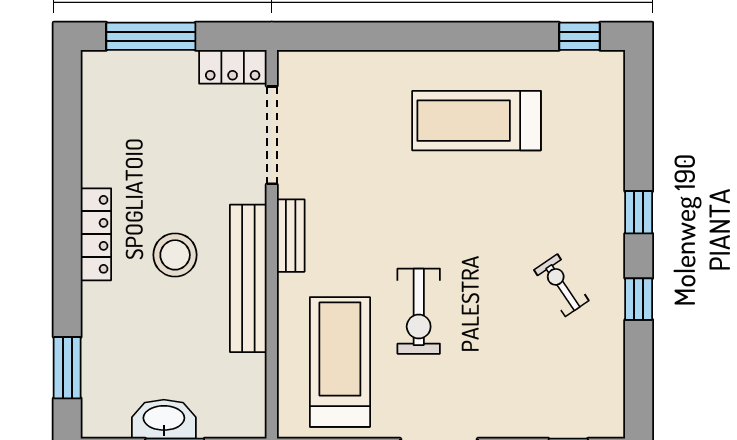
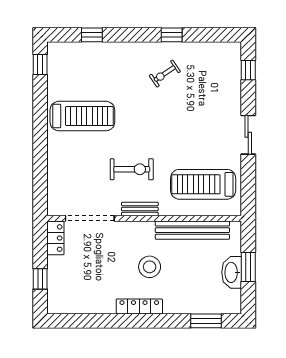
window: (151, 36) -> (40, 279), width x0.46
treadmill: (477, 121) -> (82, 116), turned -90
window: (639, 212) -> (92, 35), moved
bench: (248, 278) -> (192, 230), moved
exercise bike: (419, 311) -> (132, 169), moved

